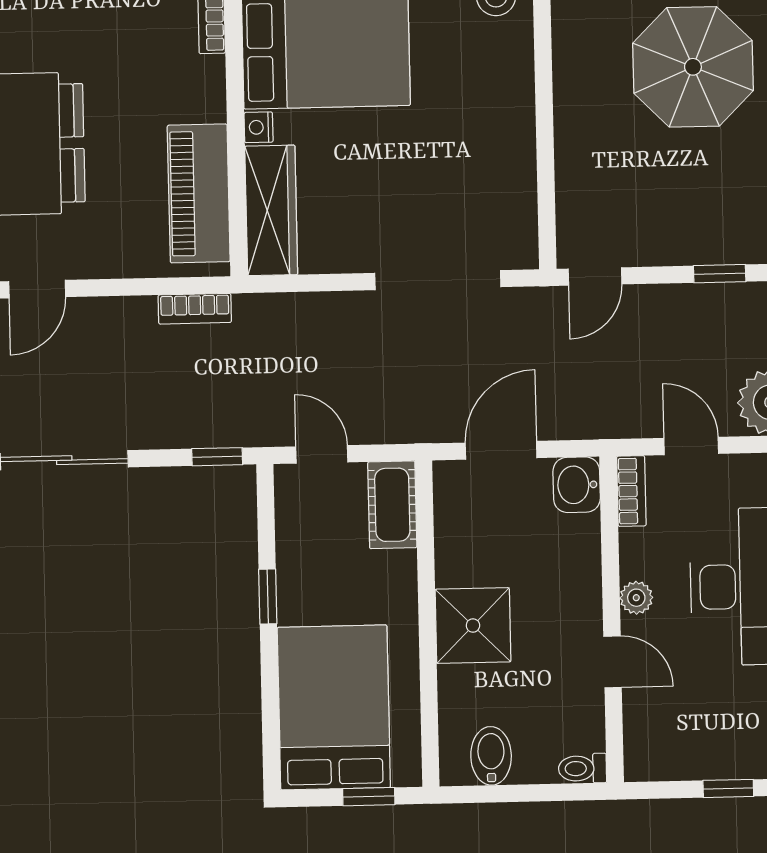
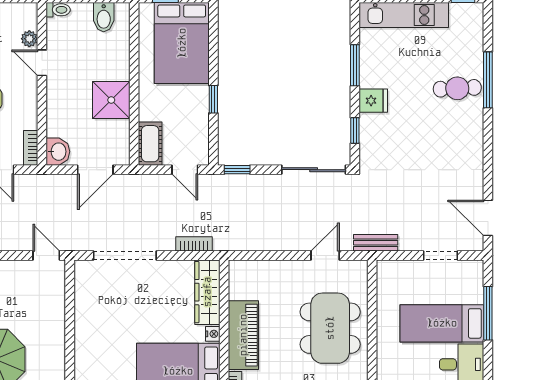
piano: (199, 193) -> (243, 335), moved
door: (595, 276) -> (46, 255), hinge flipped
bookcase: (195, 309) -> (194, 244), moved
plant: (636, 598) -> (29, 39), moved
shower: (473, 626) -> (111, 100), moved

